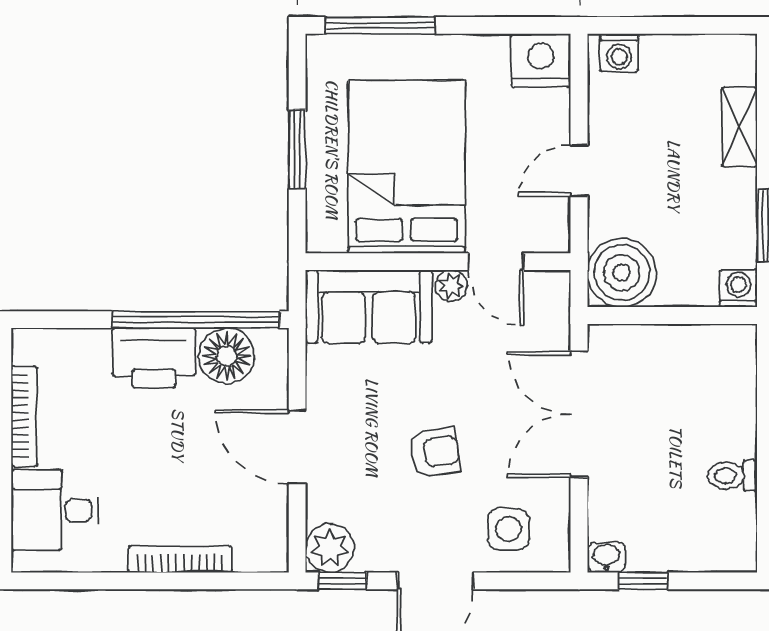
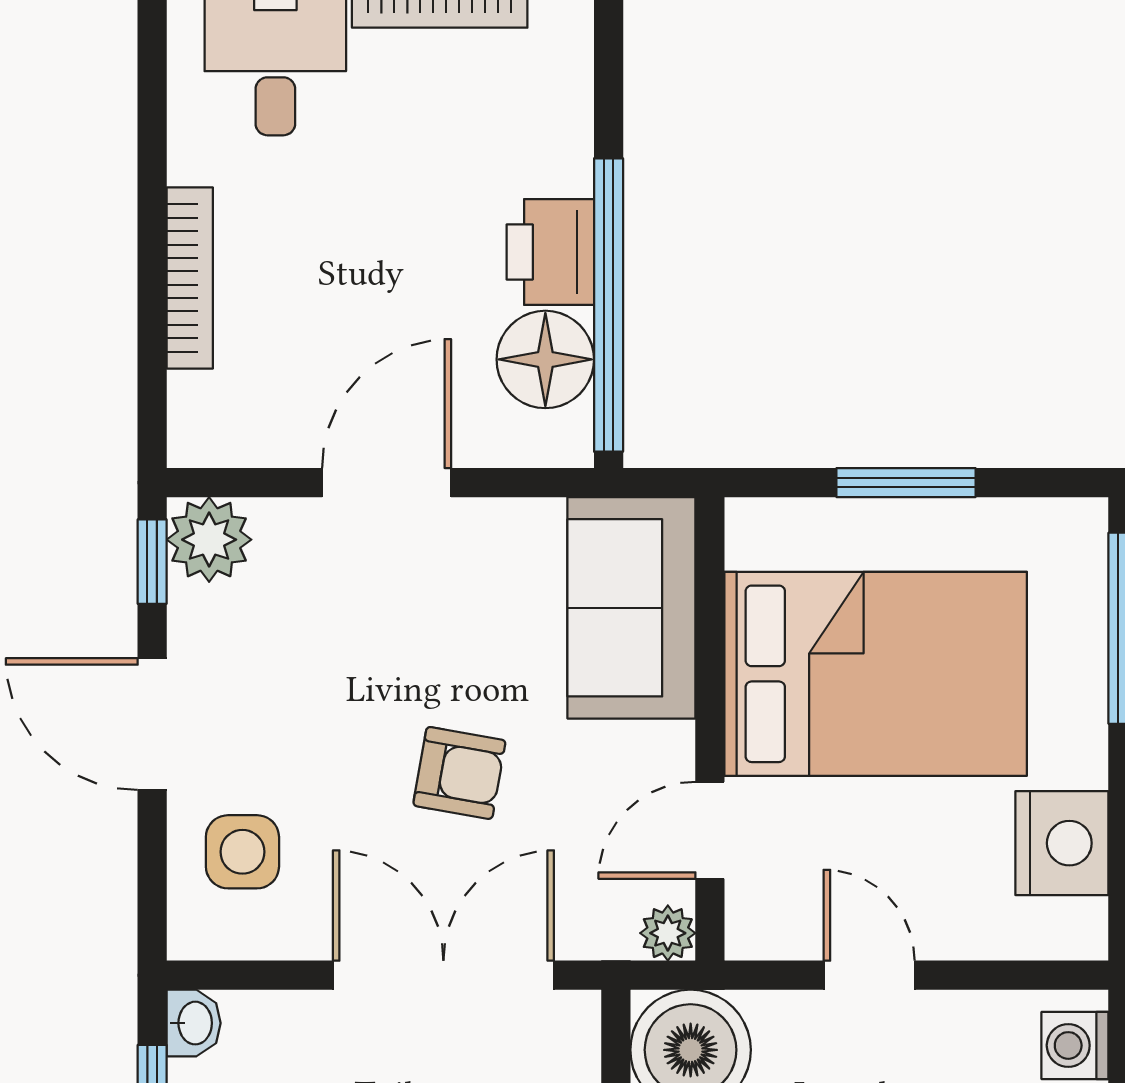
nightstand: (541, 60) -> (1062, 843), moved
plant: (451, 286) -> (668, 933), moved
printer: (154, 358) -> (550, 252), width x0.73, depth x0.84
armchair: (435, 452) -> (459, 773), moved, turned -71

